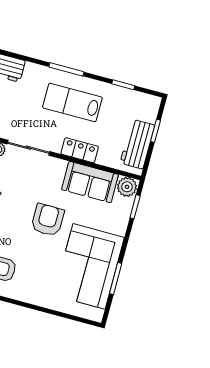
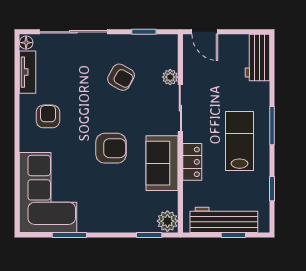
workbench: (137, 144) -> (224, 220), width x1.38
sofa: (90, 182) -> (162, 163), moved
corner sofa: (89, 266) -> (48, 193), moved, turned 90

